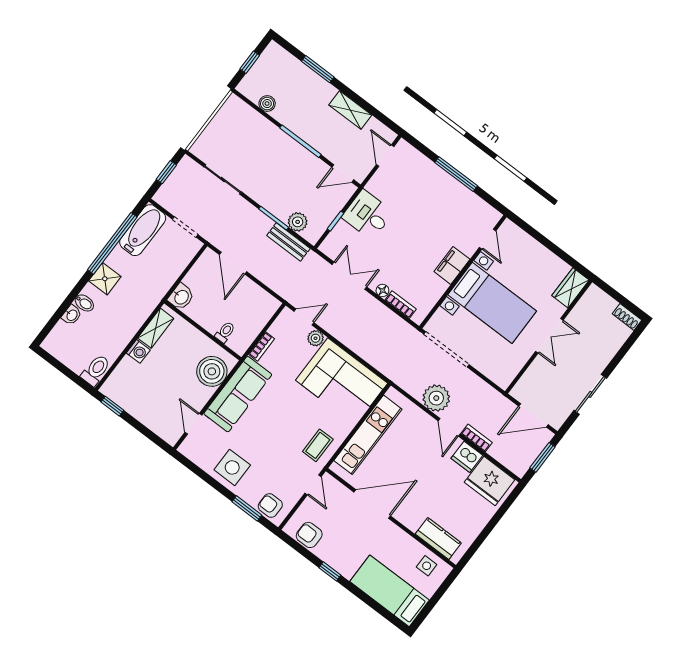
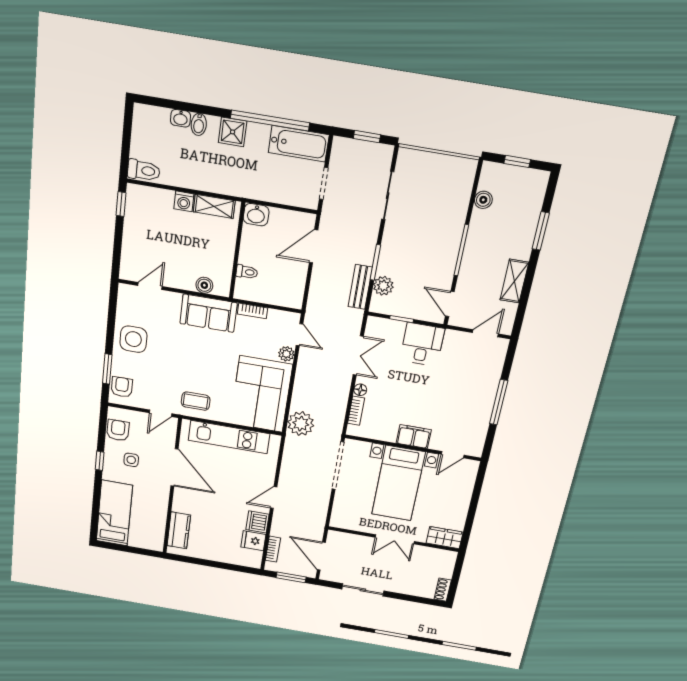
boiler: (212, 371) -> (204, 285), width x0.54, depth x0.54
sofa: (238, 394) -> (208, 313), width x0.73
plant: (436, 398) -> (301, 424), moved
bookcase: (477, 438) -> (273, 549), moved
fridge: (490, 481) -> (253, 541), width x0.53, depth x0.75
side table: (427, 566) -> (131, 460), moved

